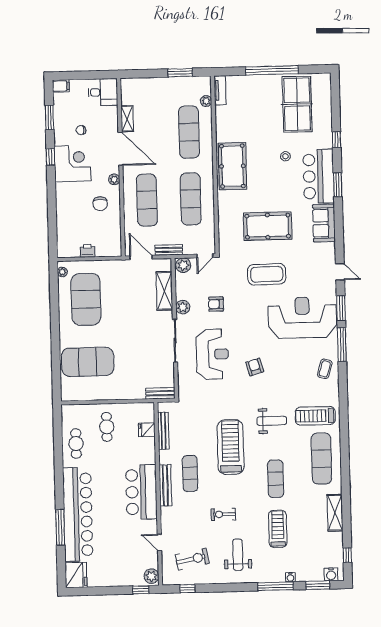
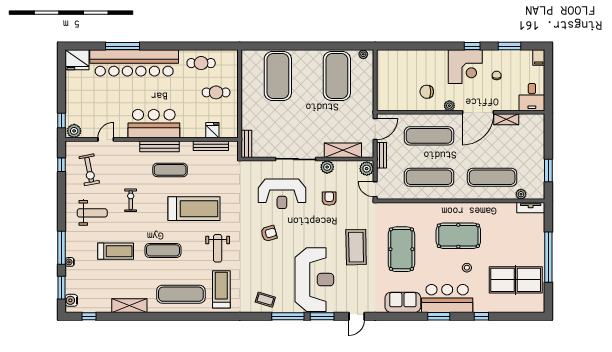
pool table: (232, 166) -> (458, 236), moved
printer: (87, 251) -> (383, 79), removed
exercise mat: (86, 299) -> (337, 76), turned 90

